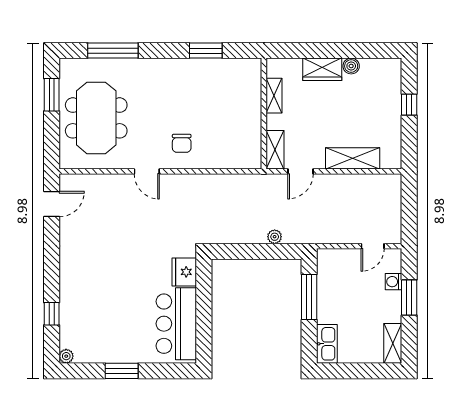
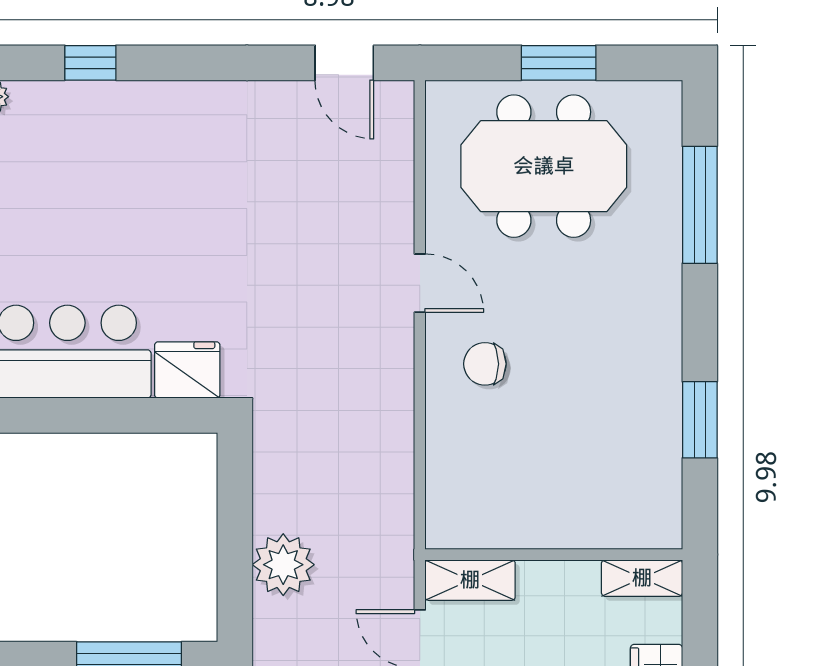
window: (52, 95) -> (559, 63), moved
shelving: (274, 96) -> (642, 578), moved
door: (147, 171) -> (420, 283), swing flipped
plant: (275, 237) -> (283, 565), width x1.87, depth x1.87

